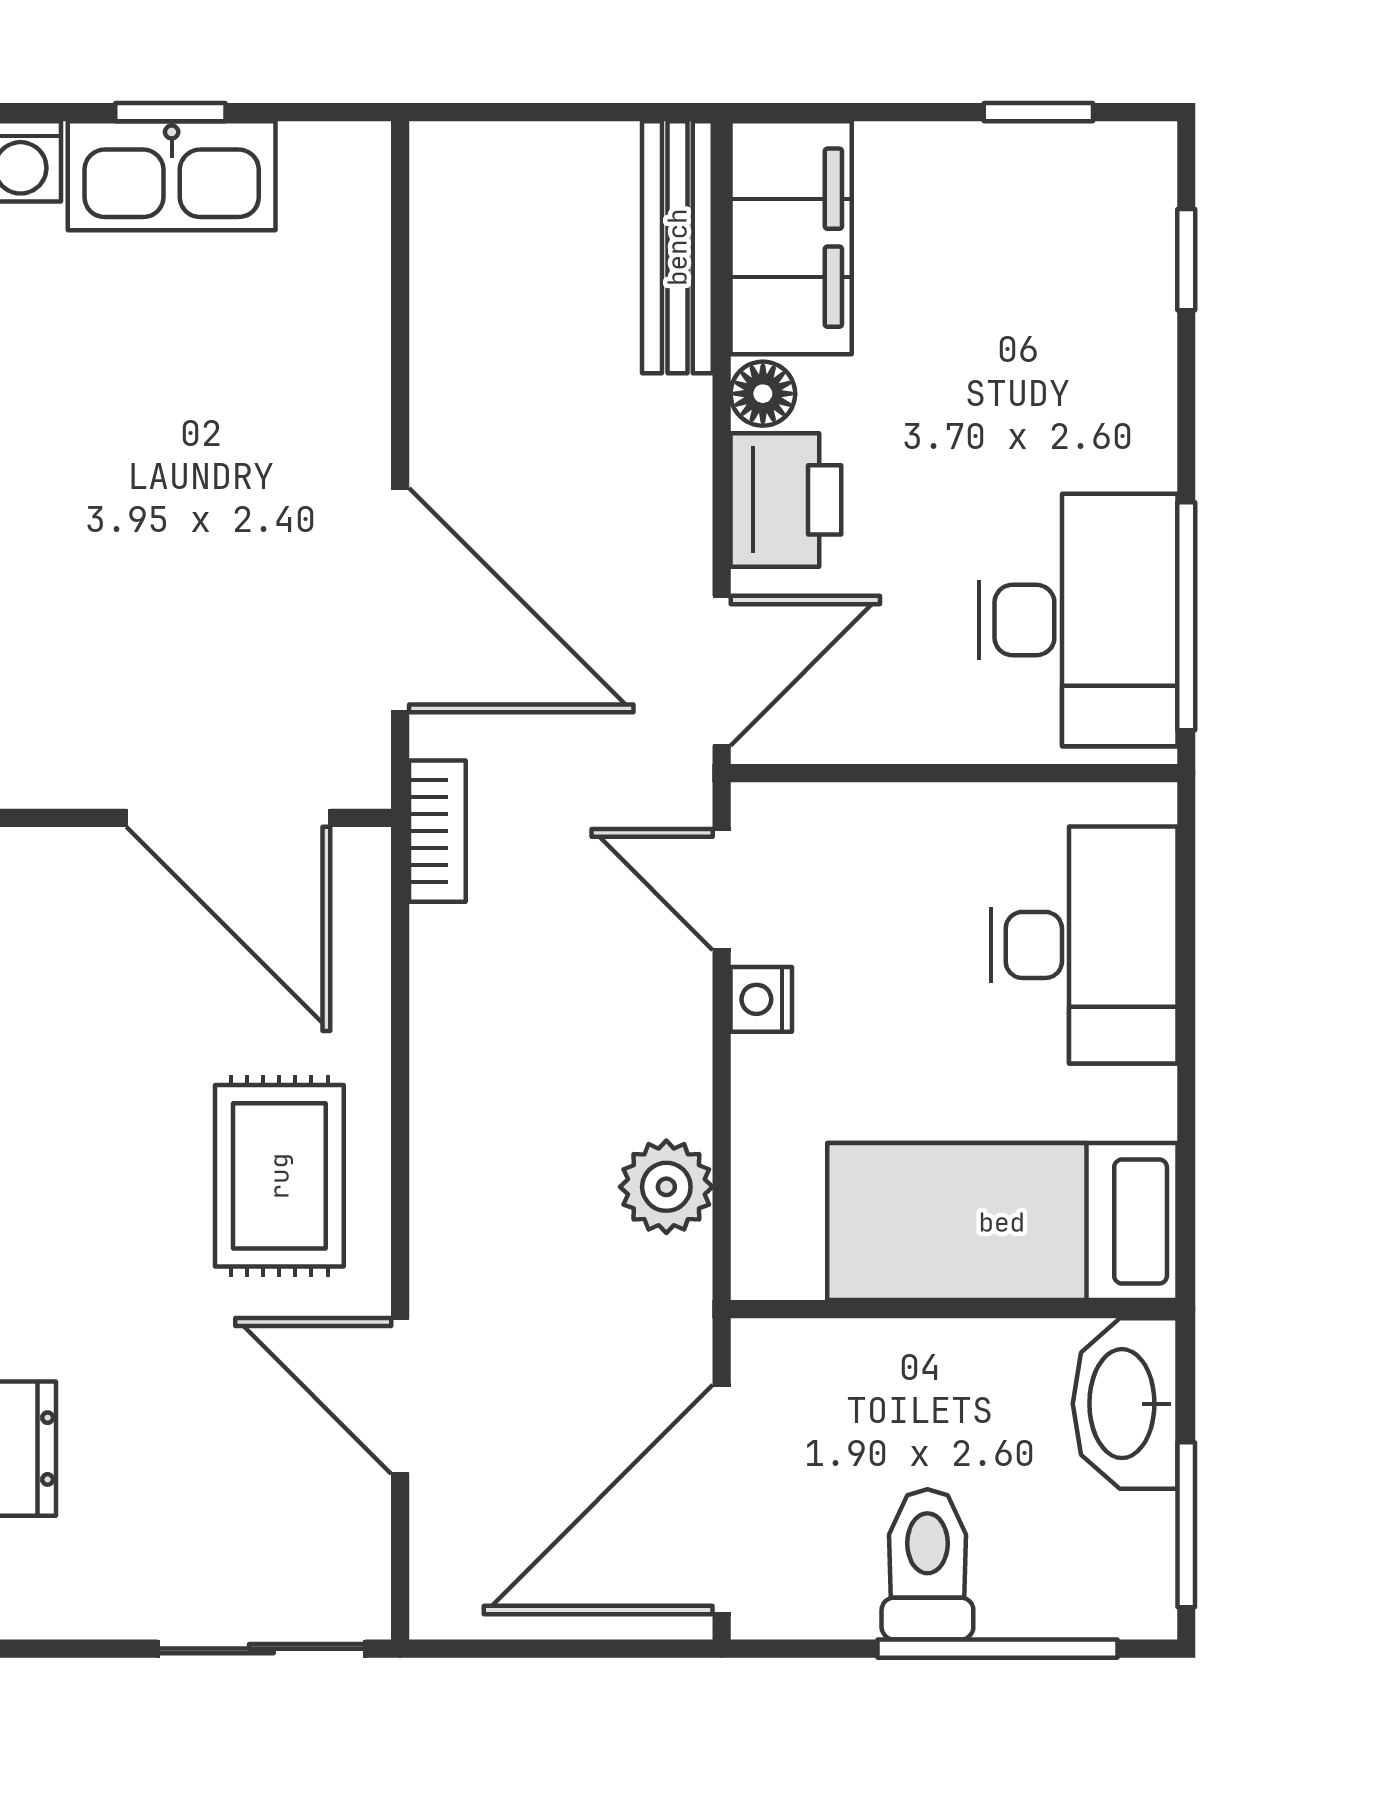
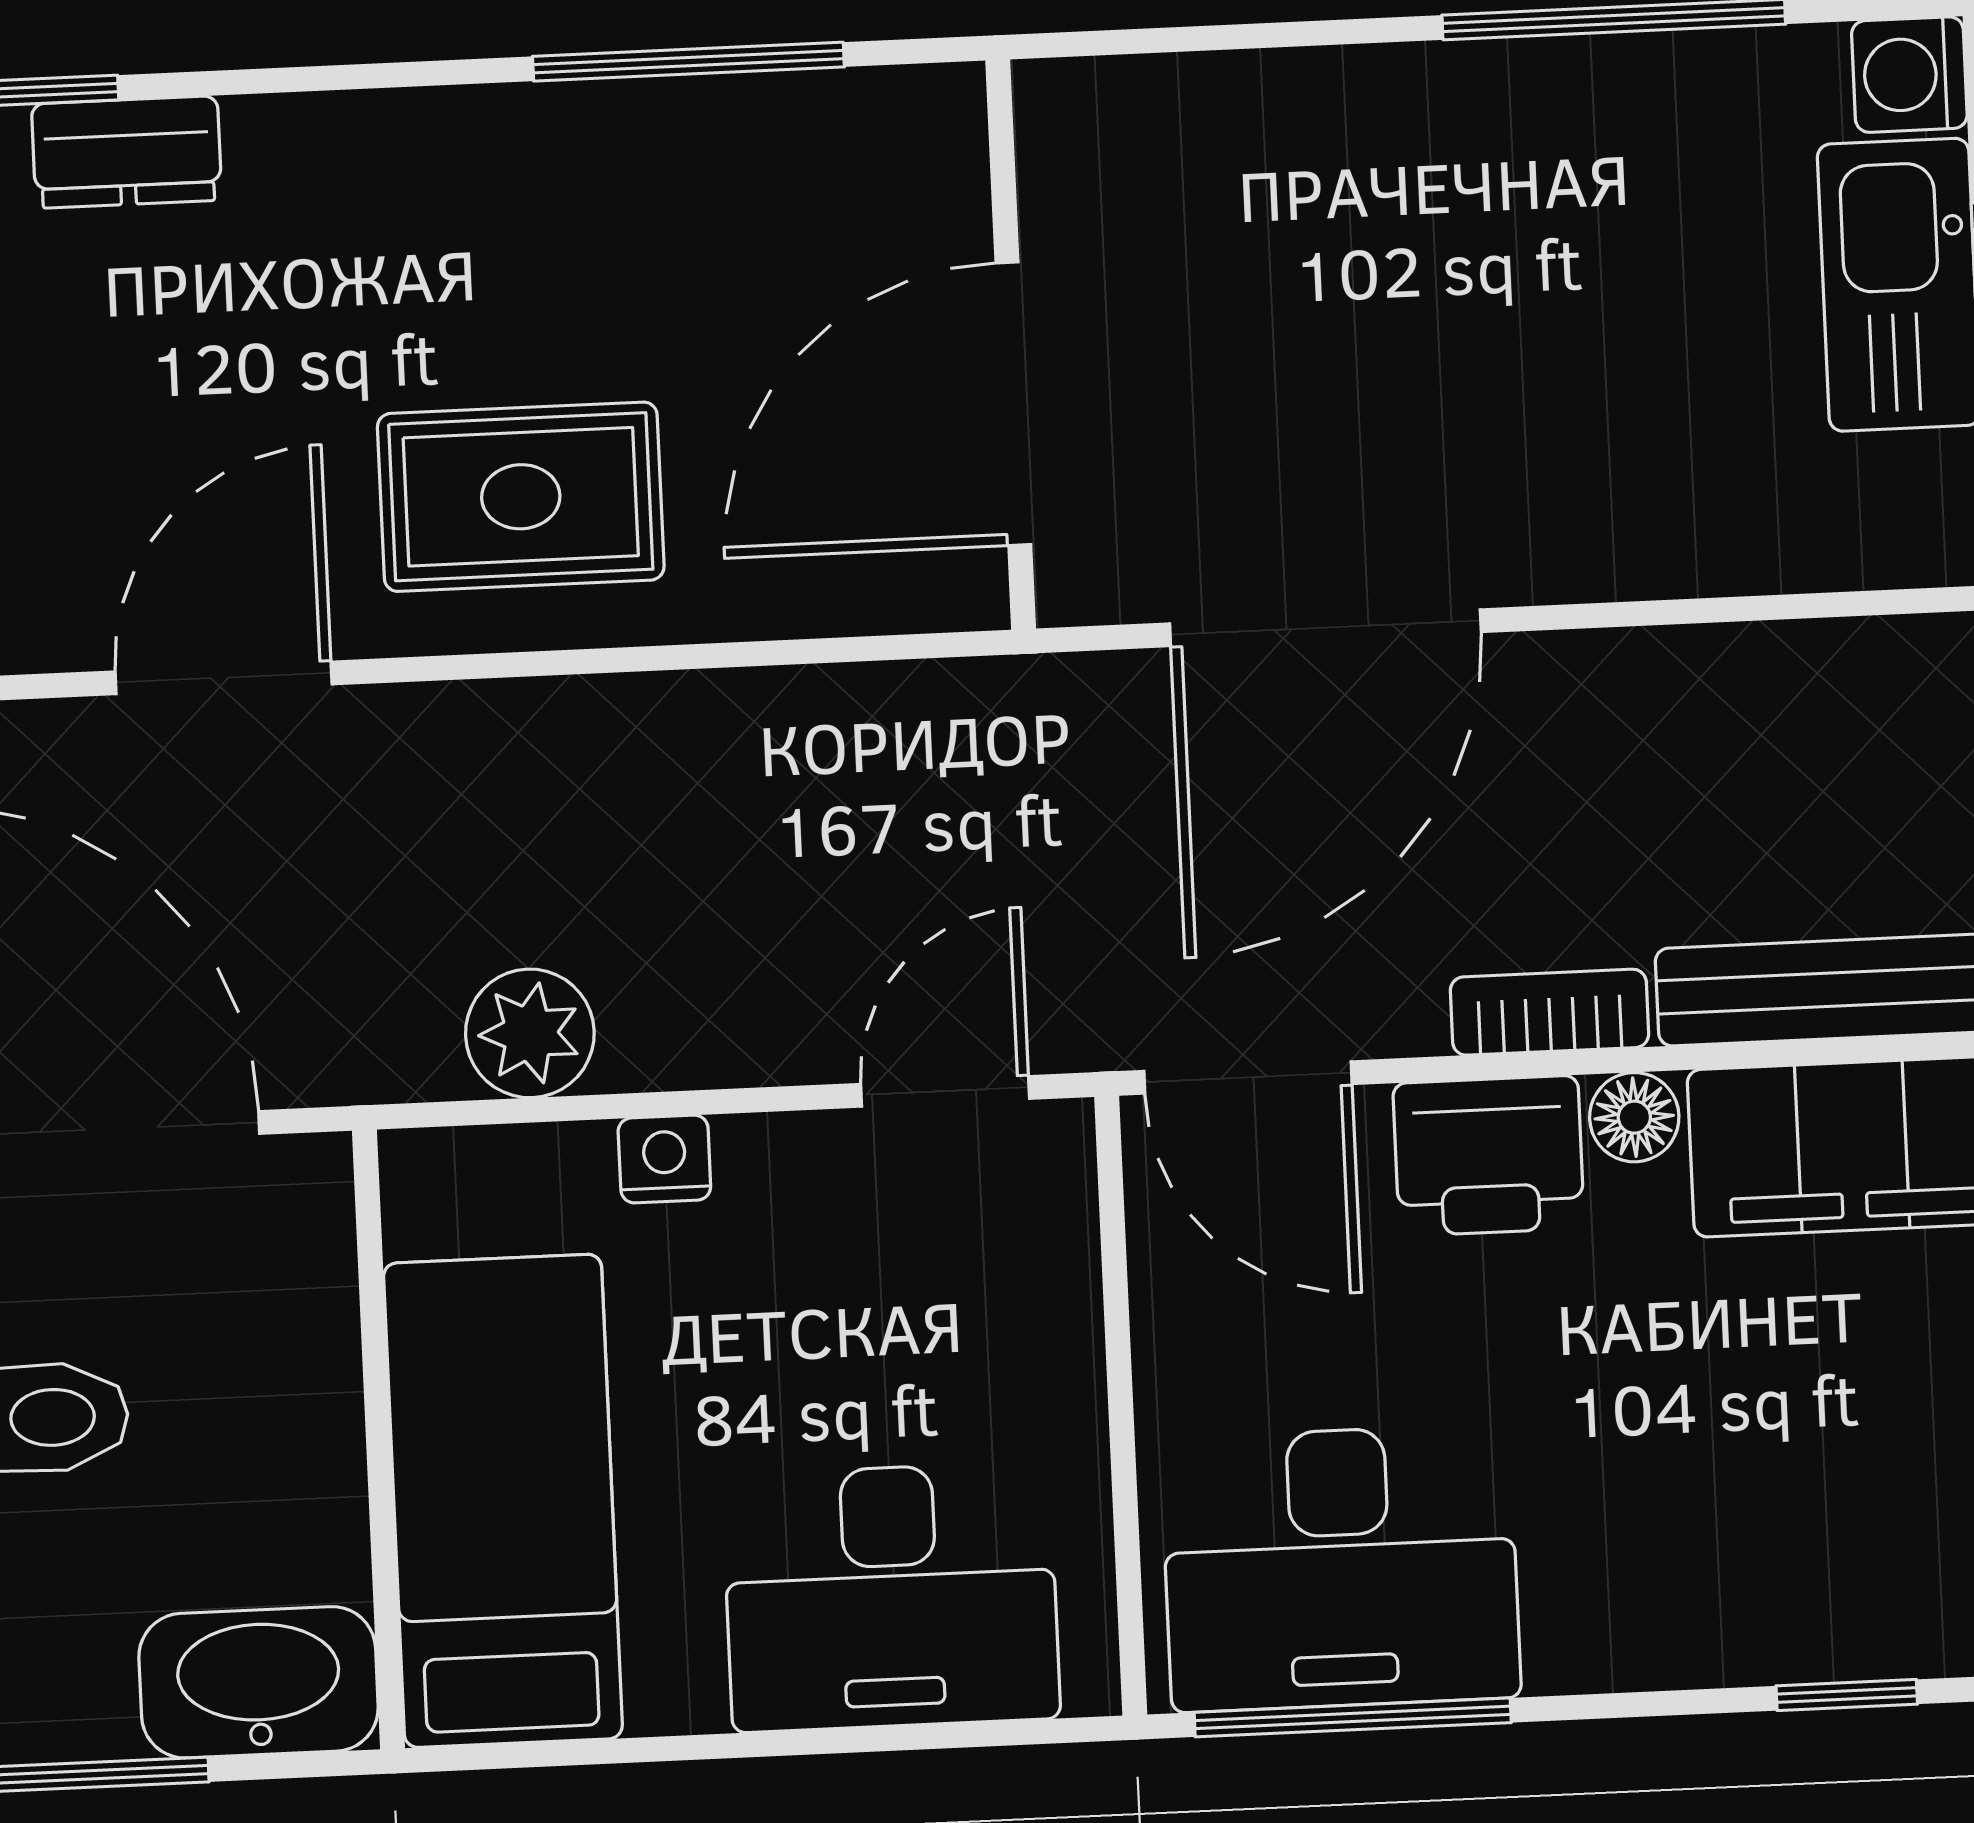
bookcase: (437, 831) -> (1550, 1012), moved, turned 180
nightstand: (761, 999) -> (664, 1159), moved

